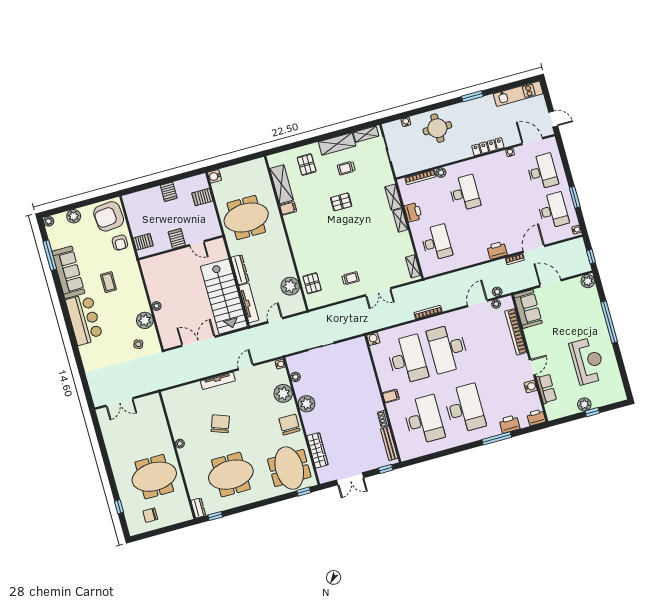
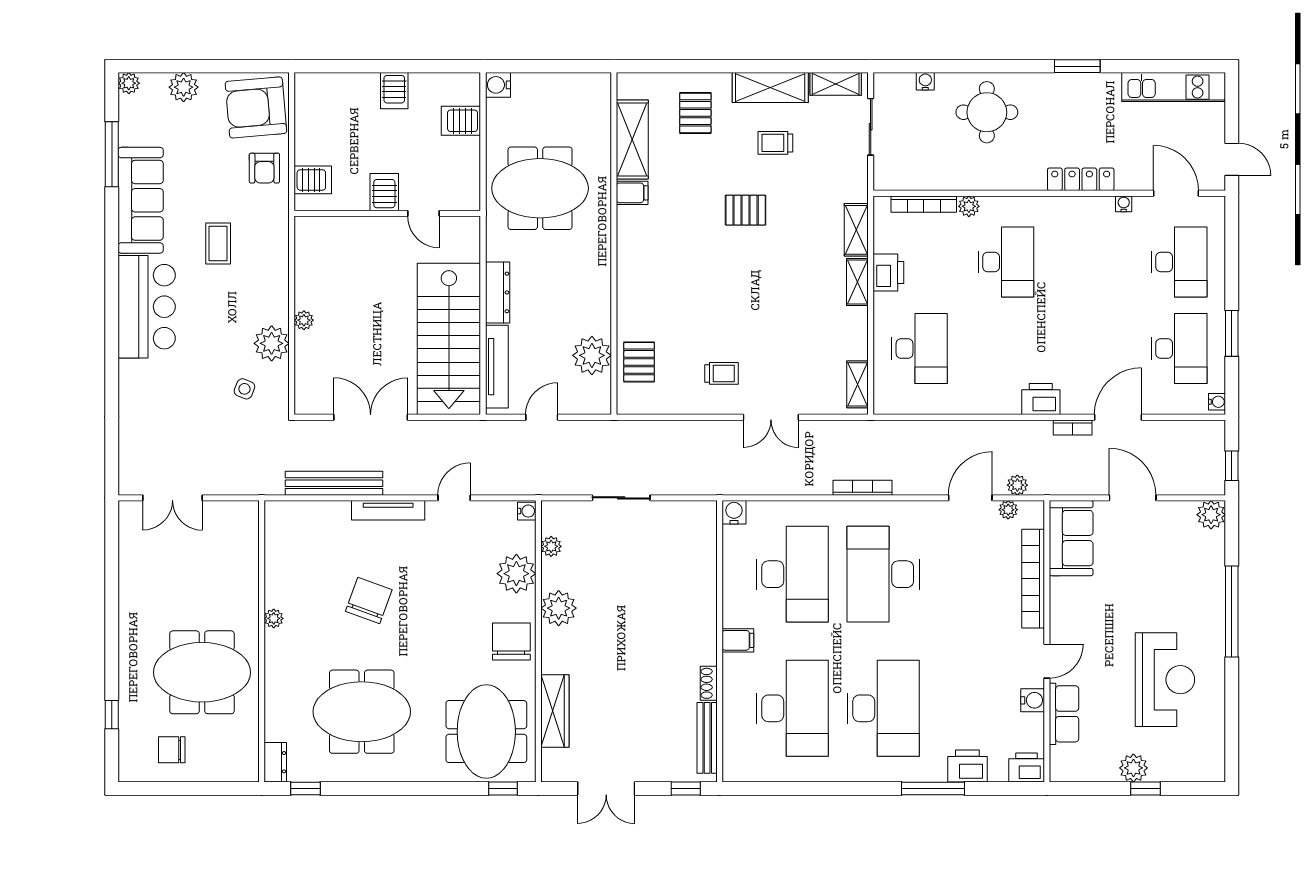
bench: (190, 375) -> (334, 483), added

